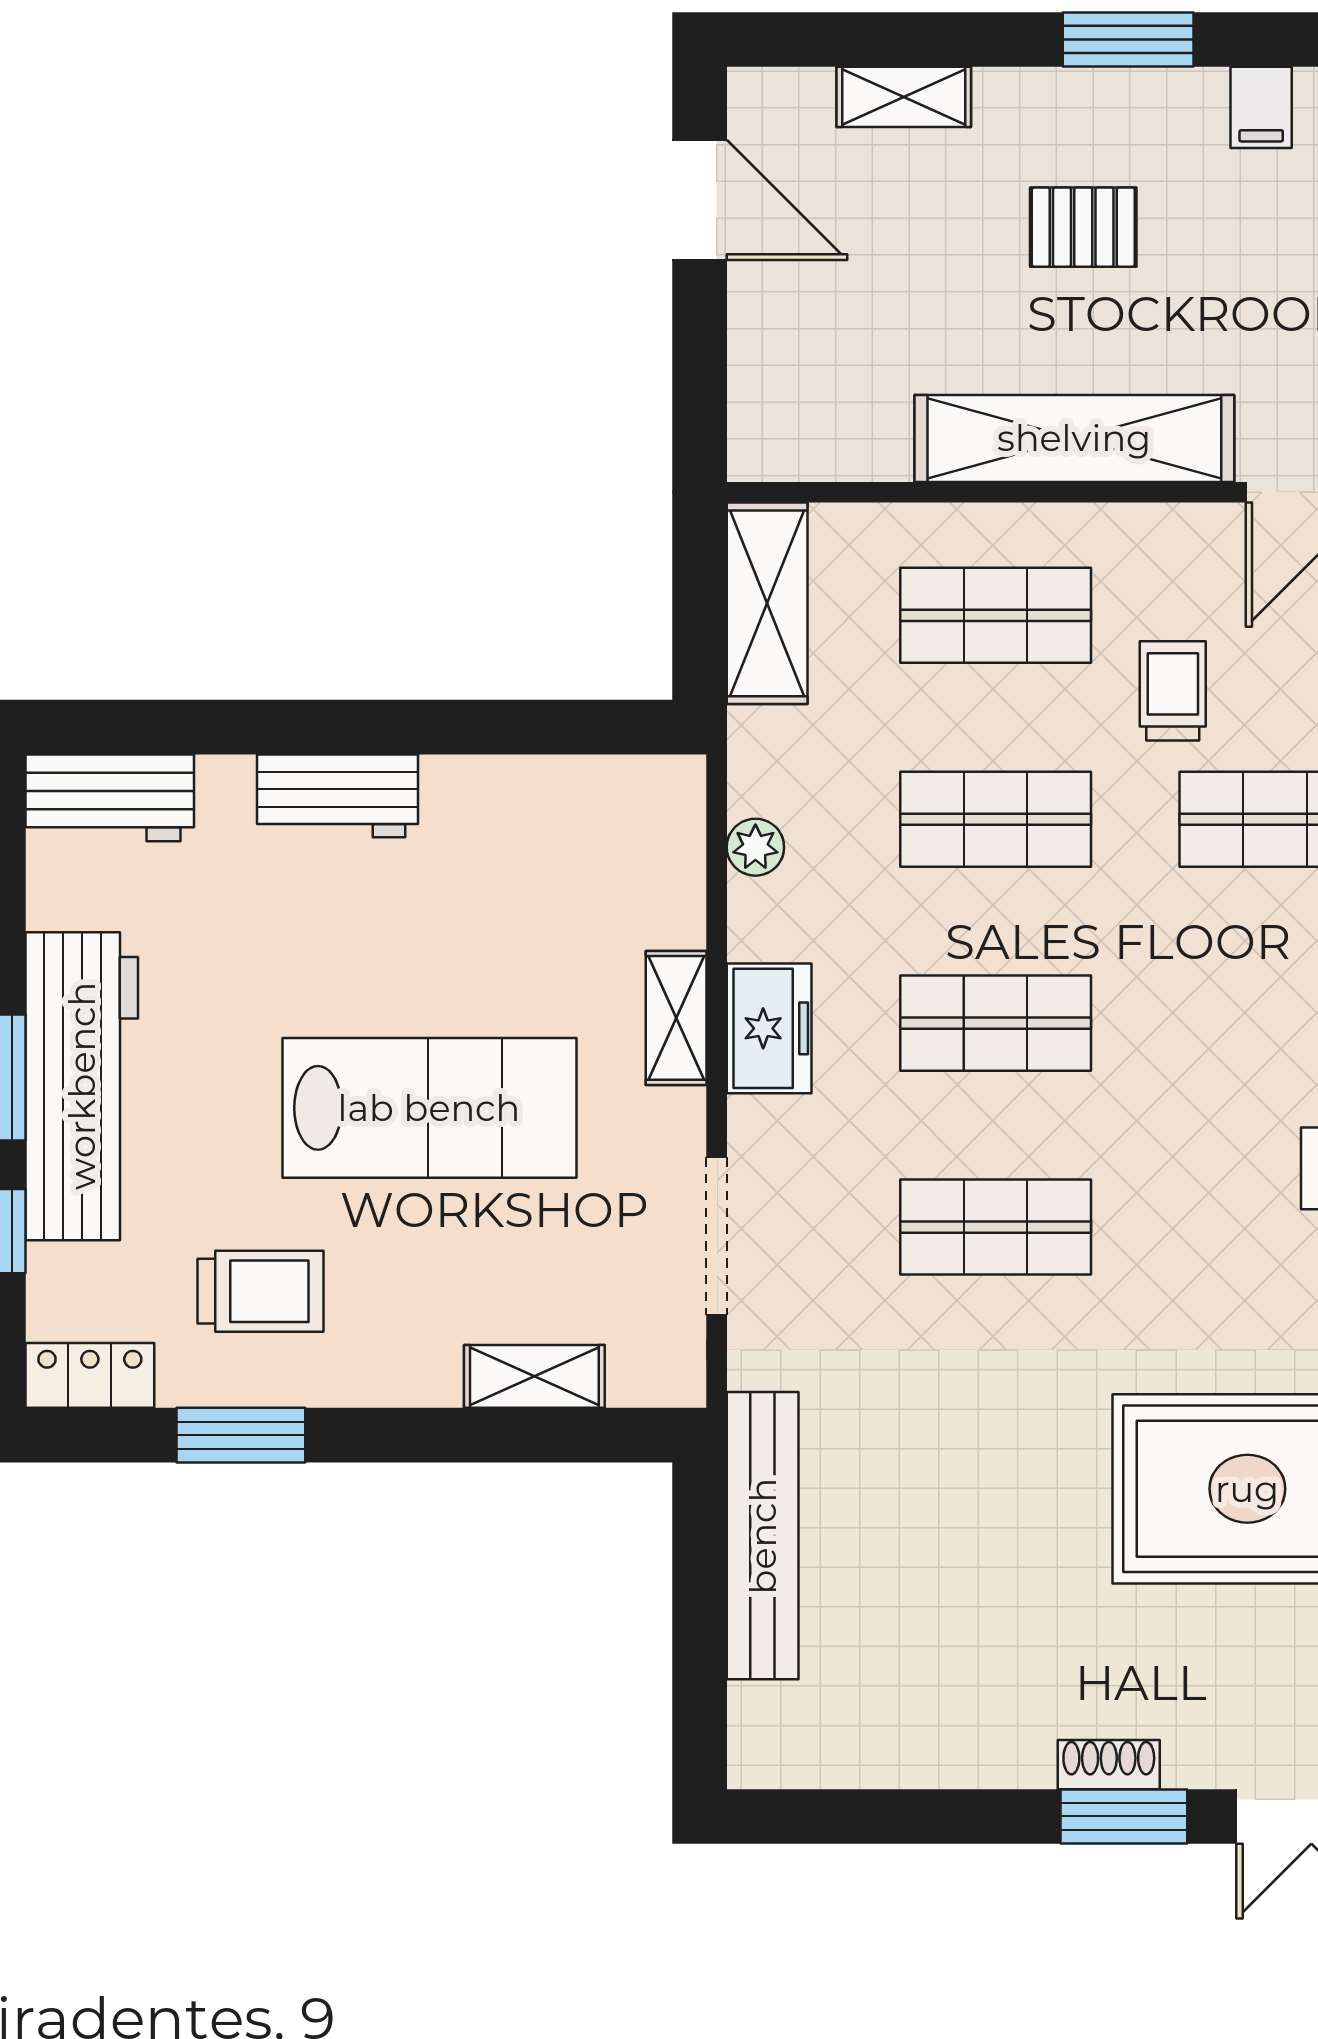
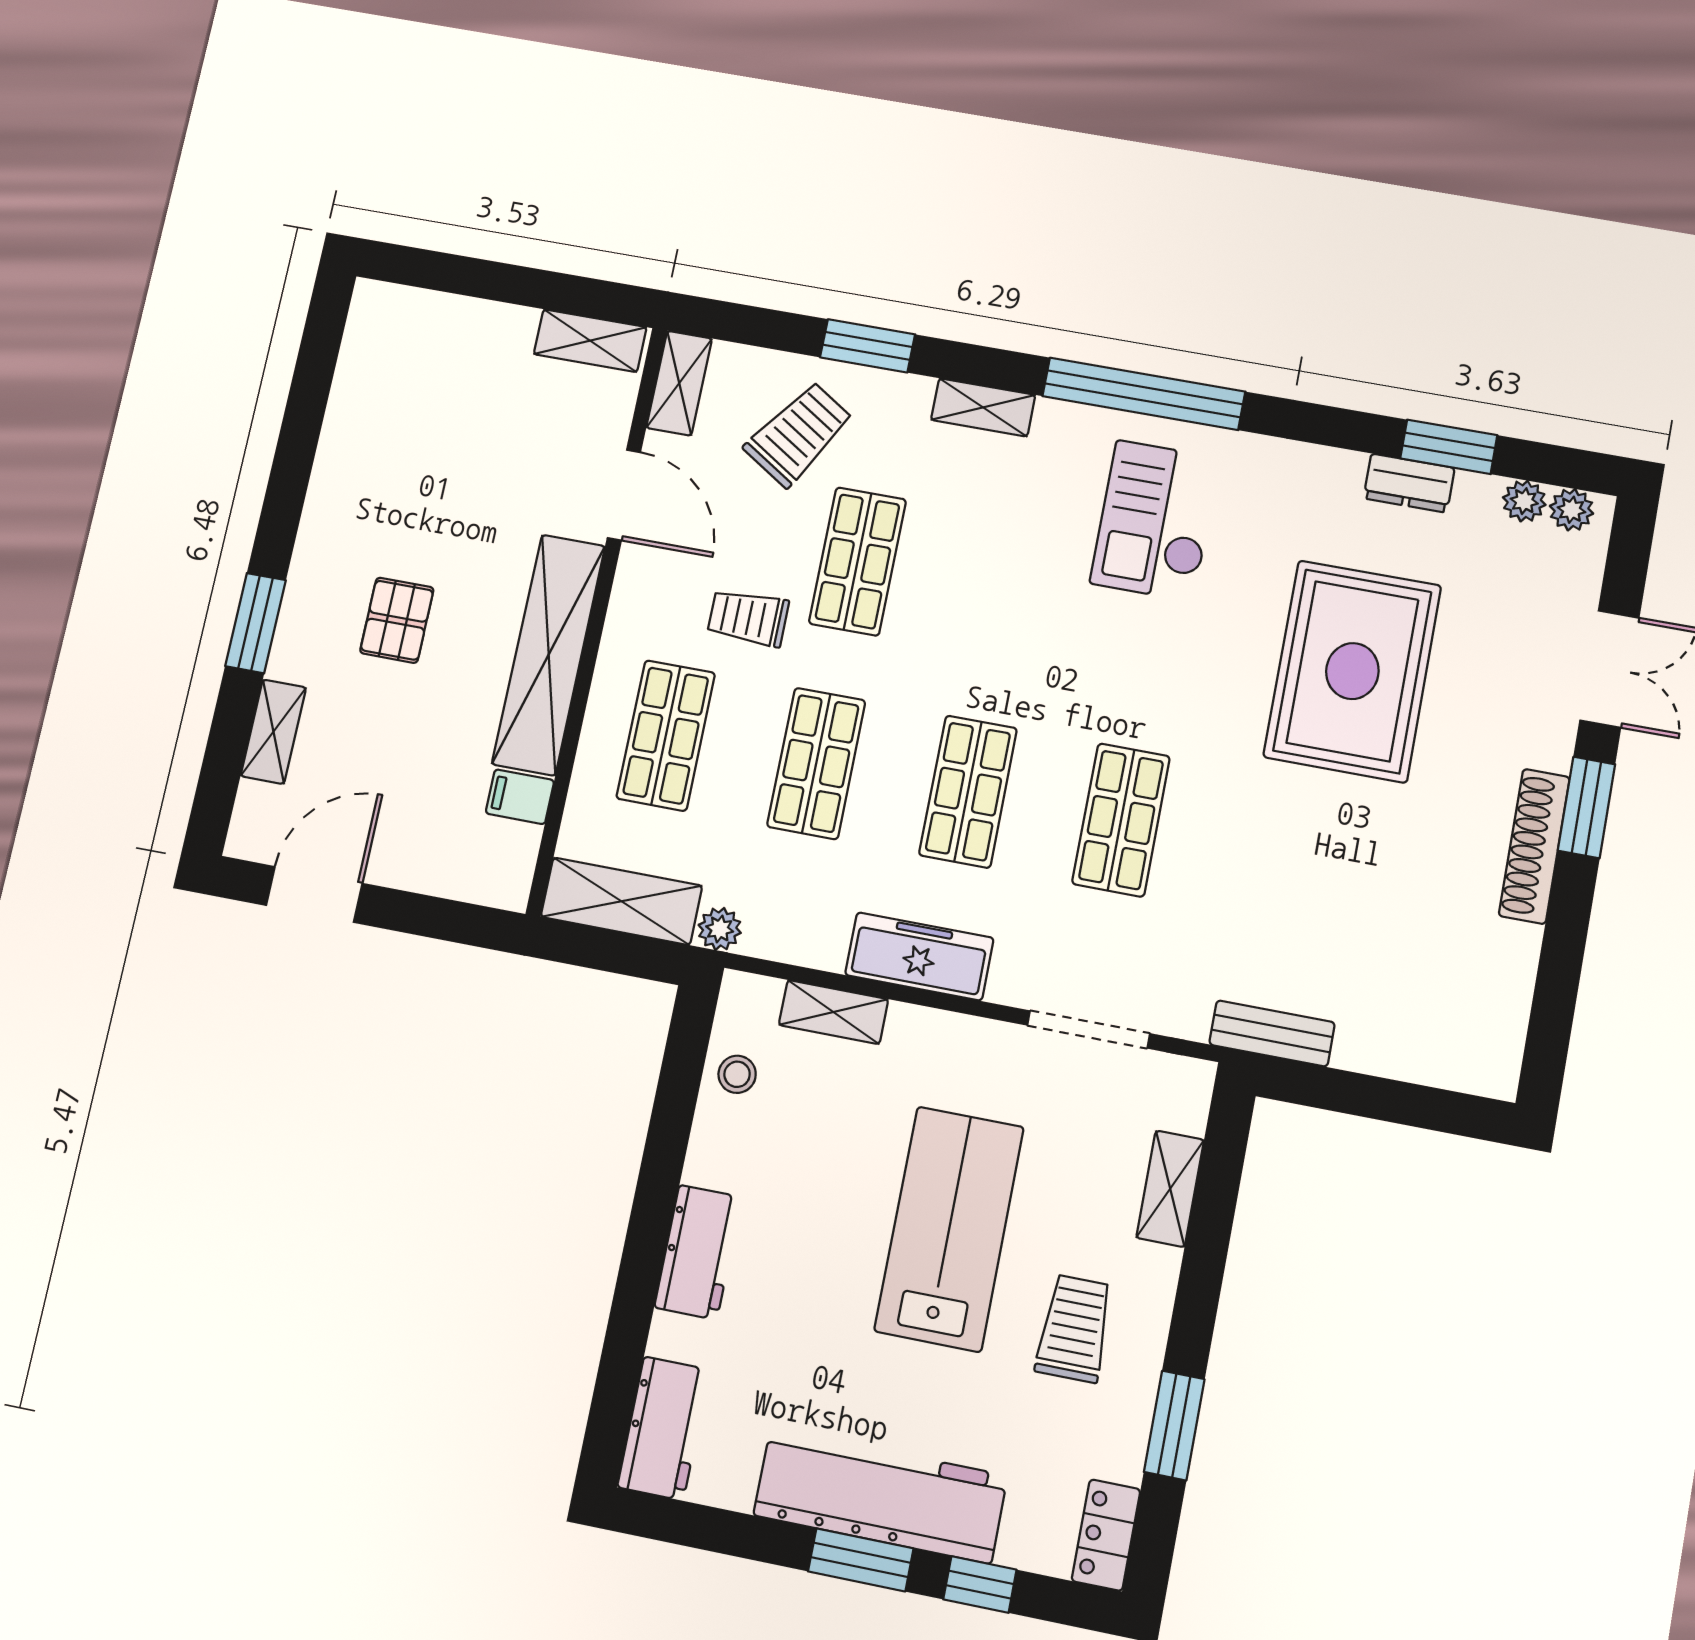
window: (1128, 40) -> (255, 623), moved
filing cabinet: (1261, 107) -> (520, 797), moved, turned 180
stool: (573, 799) -> (737, 1074), added
plant: (755, 847) -> (720, 929), moved
shelving: (676, 1018) -> (833, 1012), moved
freezer: (769, 1028) -> (919, 956), width x1.40
trolley: (261, 1291) -> (1074, 1328), moved
bench: (763, 1536) -> (1272, 1033), width x0.54, depth x0.82
shoe rack: (1109, 1765) -> (1534, 846), width x1.94, depth x1.24

